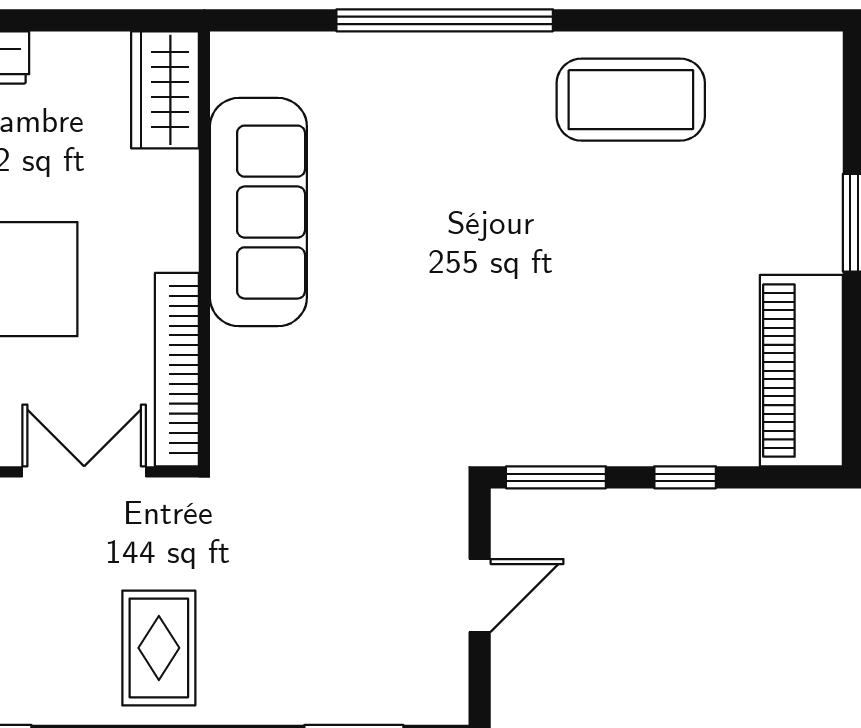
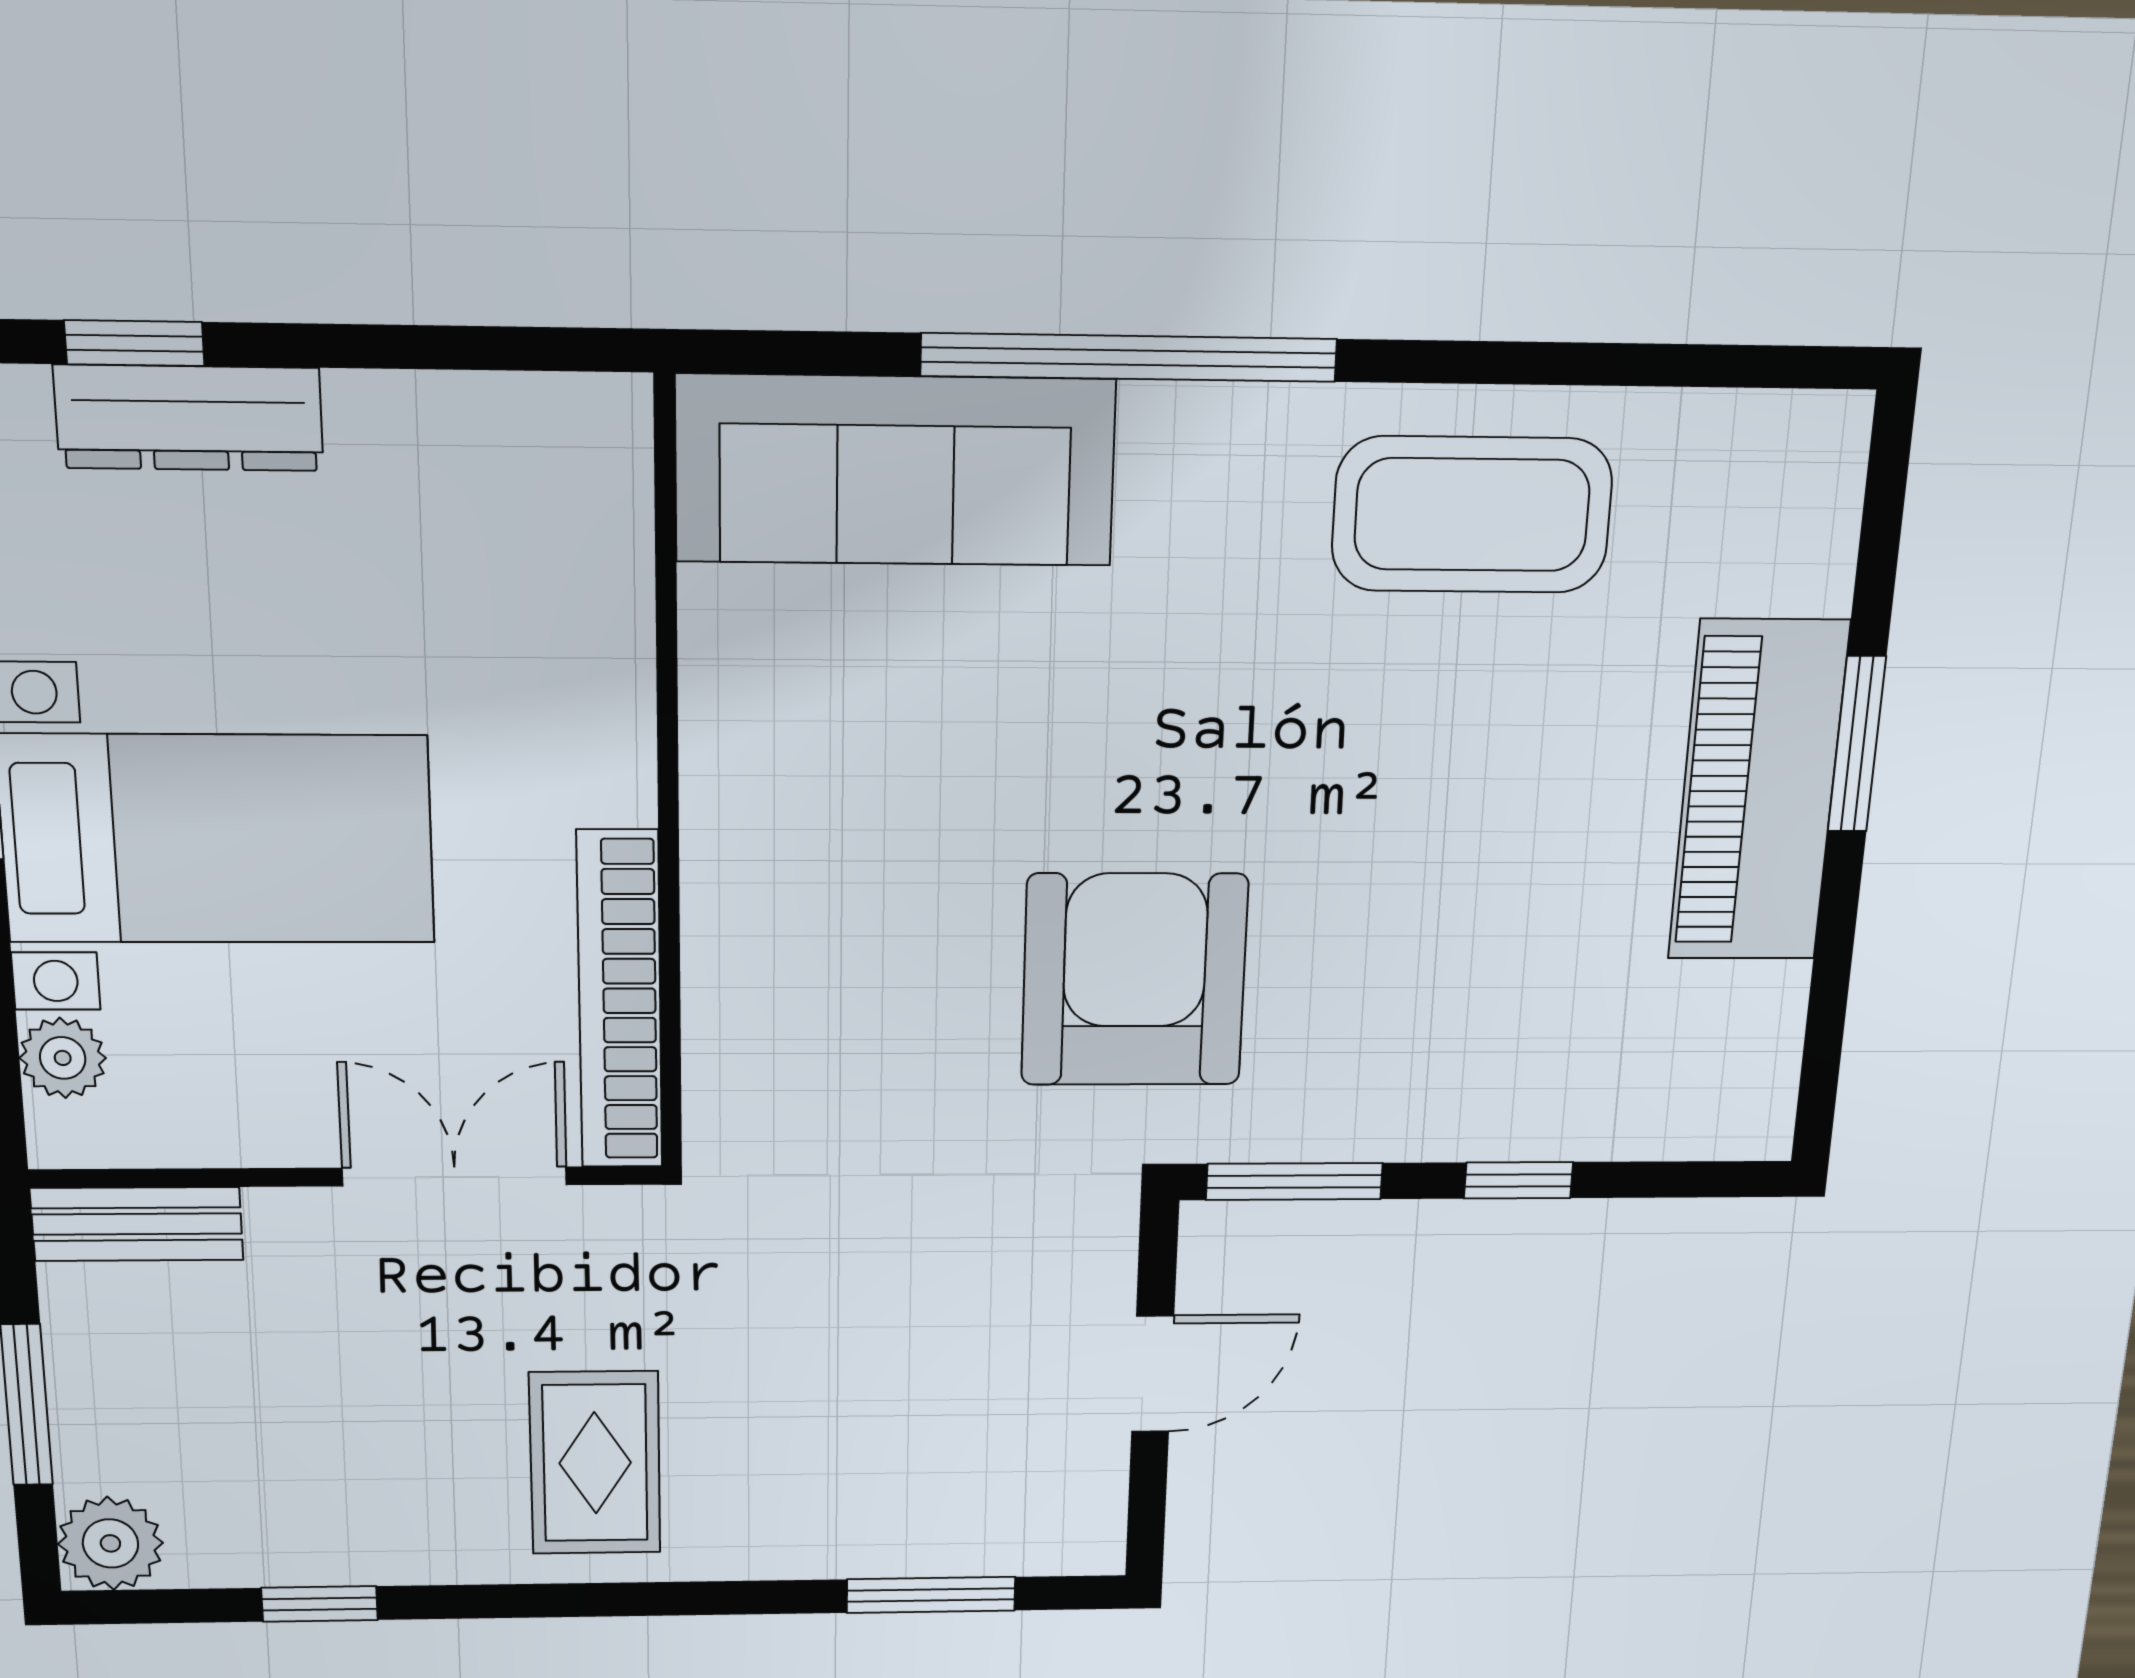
wardrobe: (165, 90) -> (589, 486), removed
sofa: (258, 212) -> (895, 471), moved, turned 90
armchair: (460, 358) -> (1134, 980), added
piano: (801, 371) -> (1758, 791), moved

